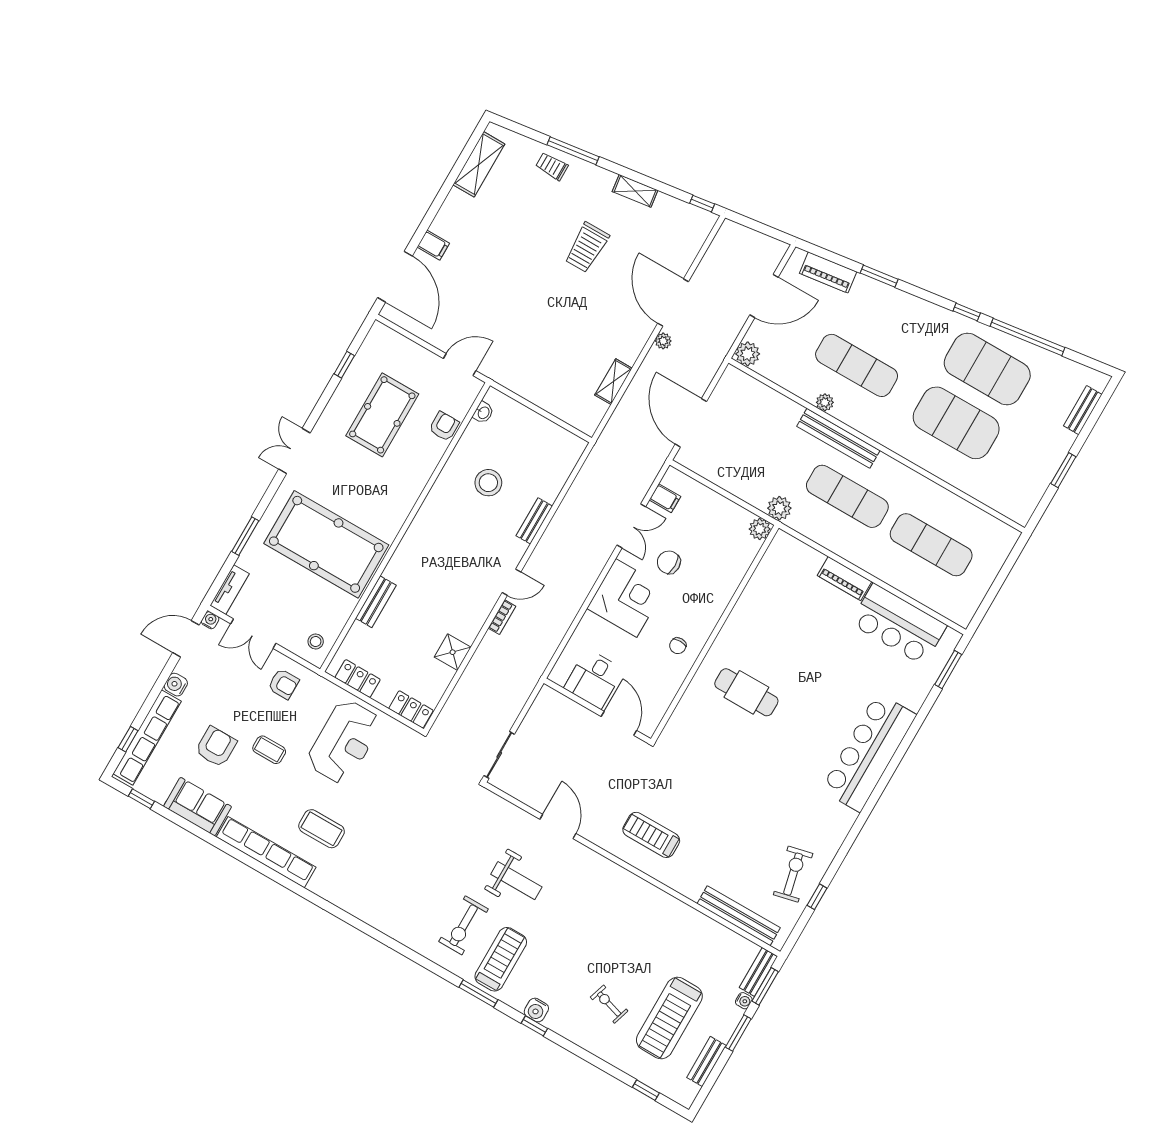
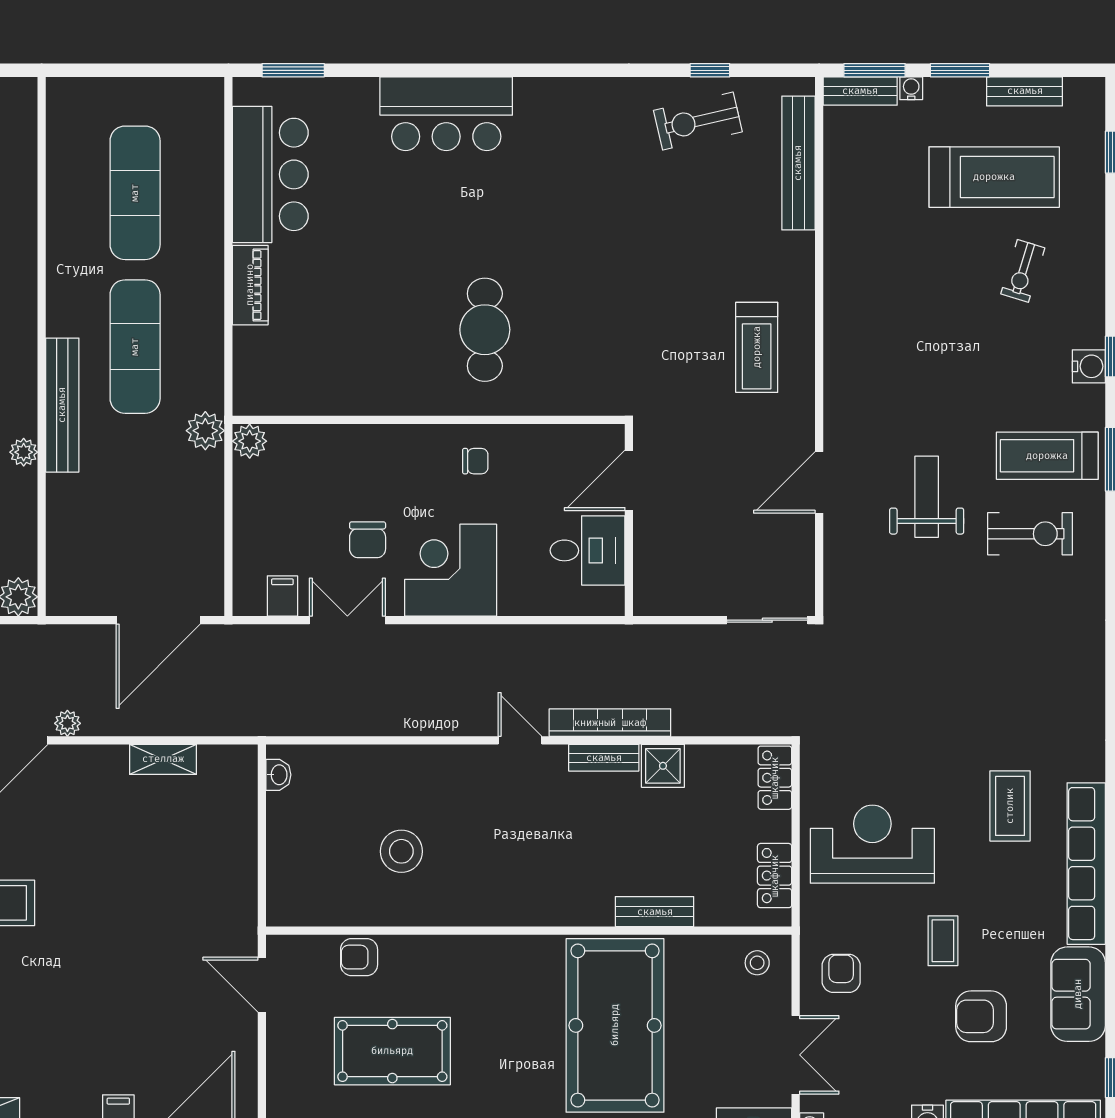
washbasin: (483, 413) -> (278, 775), moved, turned 90
bench: (534, 521) -> (604, 758), moved
bookcase: (502, 617) -> (610, 723), width x2.31, depth x1.31
bar counter: (869, 752) -> (446, 114), width x0.73

